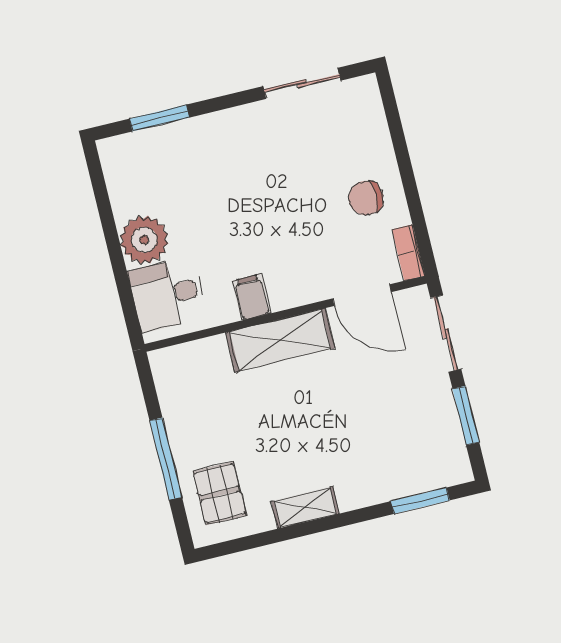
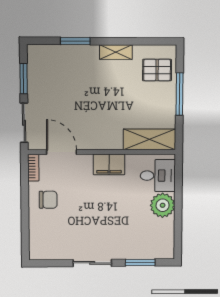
sliding door: (302, 83) -> (92, 263), moved
filing cabinet: (251, 297) -> (109, 164), width x2.00
shelving: (280, 340) -> (150, 139), moved
pallet: (220, 493) -> (157, 70), turned 90
window: (420, 501) -> (75, 41), moved

